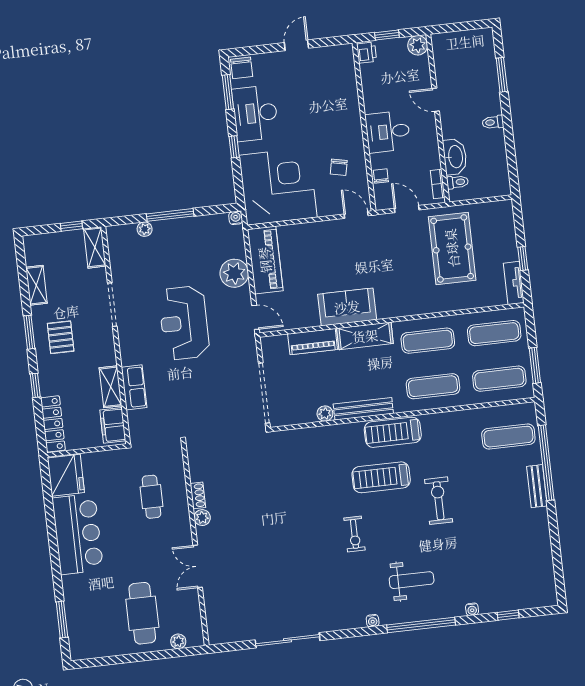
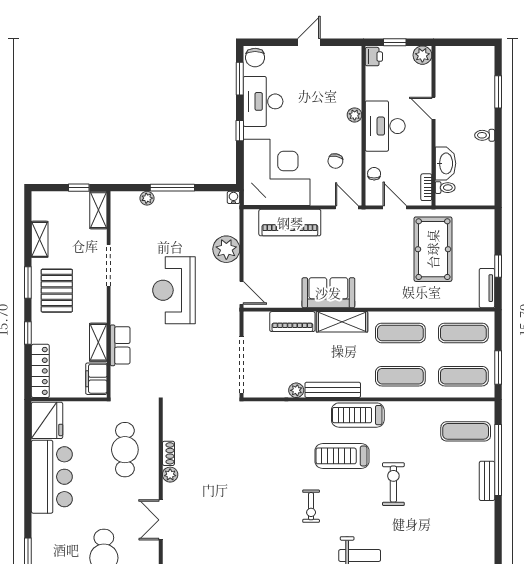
plant: (353, 116) -> (355, 115), added
desk: (388, 132) -> (385, 126), width x1.37
piano: (265, 260) -> (290, 223), moved, turned 90
pallet: (61, 337) -> (57, 291), width x1.50, depth x1.42
cafe table: (152, 497) -> (125, 450), width x1.37, depth x1.35

